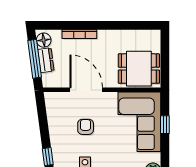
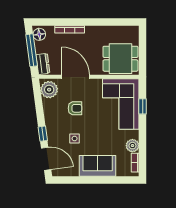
dresser: (46, 60) -> (43, 64), moved
plant: (55, 105) -> (49, 90), added
armchair: (86, 127) -> (75, 108), turned 90

